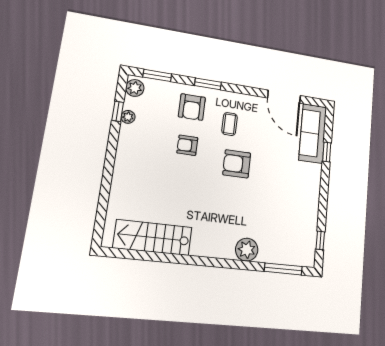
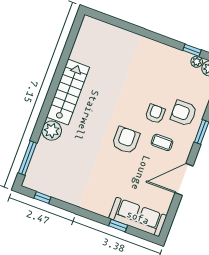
door: (284, 97) -> (184, 179), moved
plant: (128, 117) -> (197, 62), moved
armchair: (187, 145) -> (155, 114), moved
stairs: (153, 238) -> (68, 92), moved

